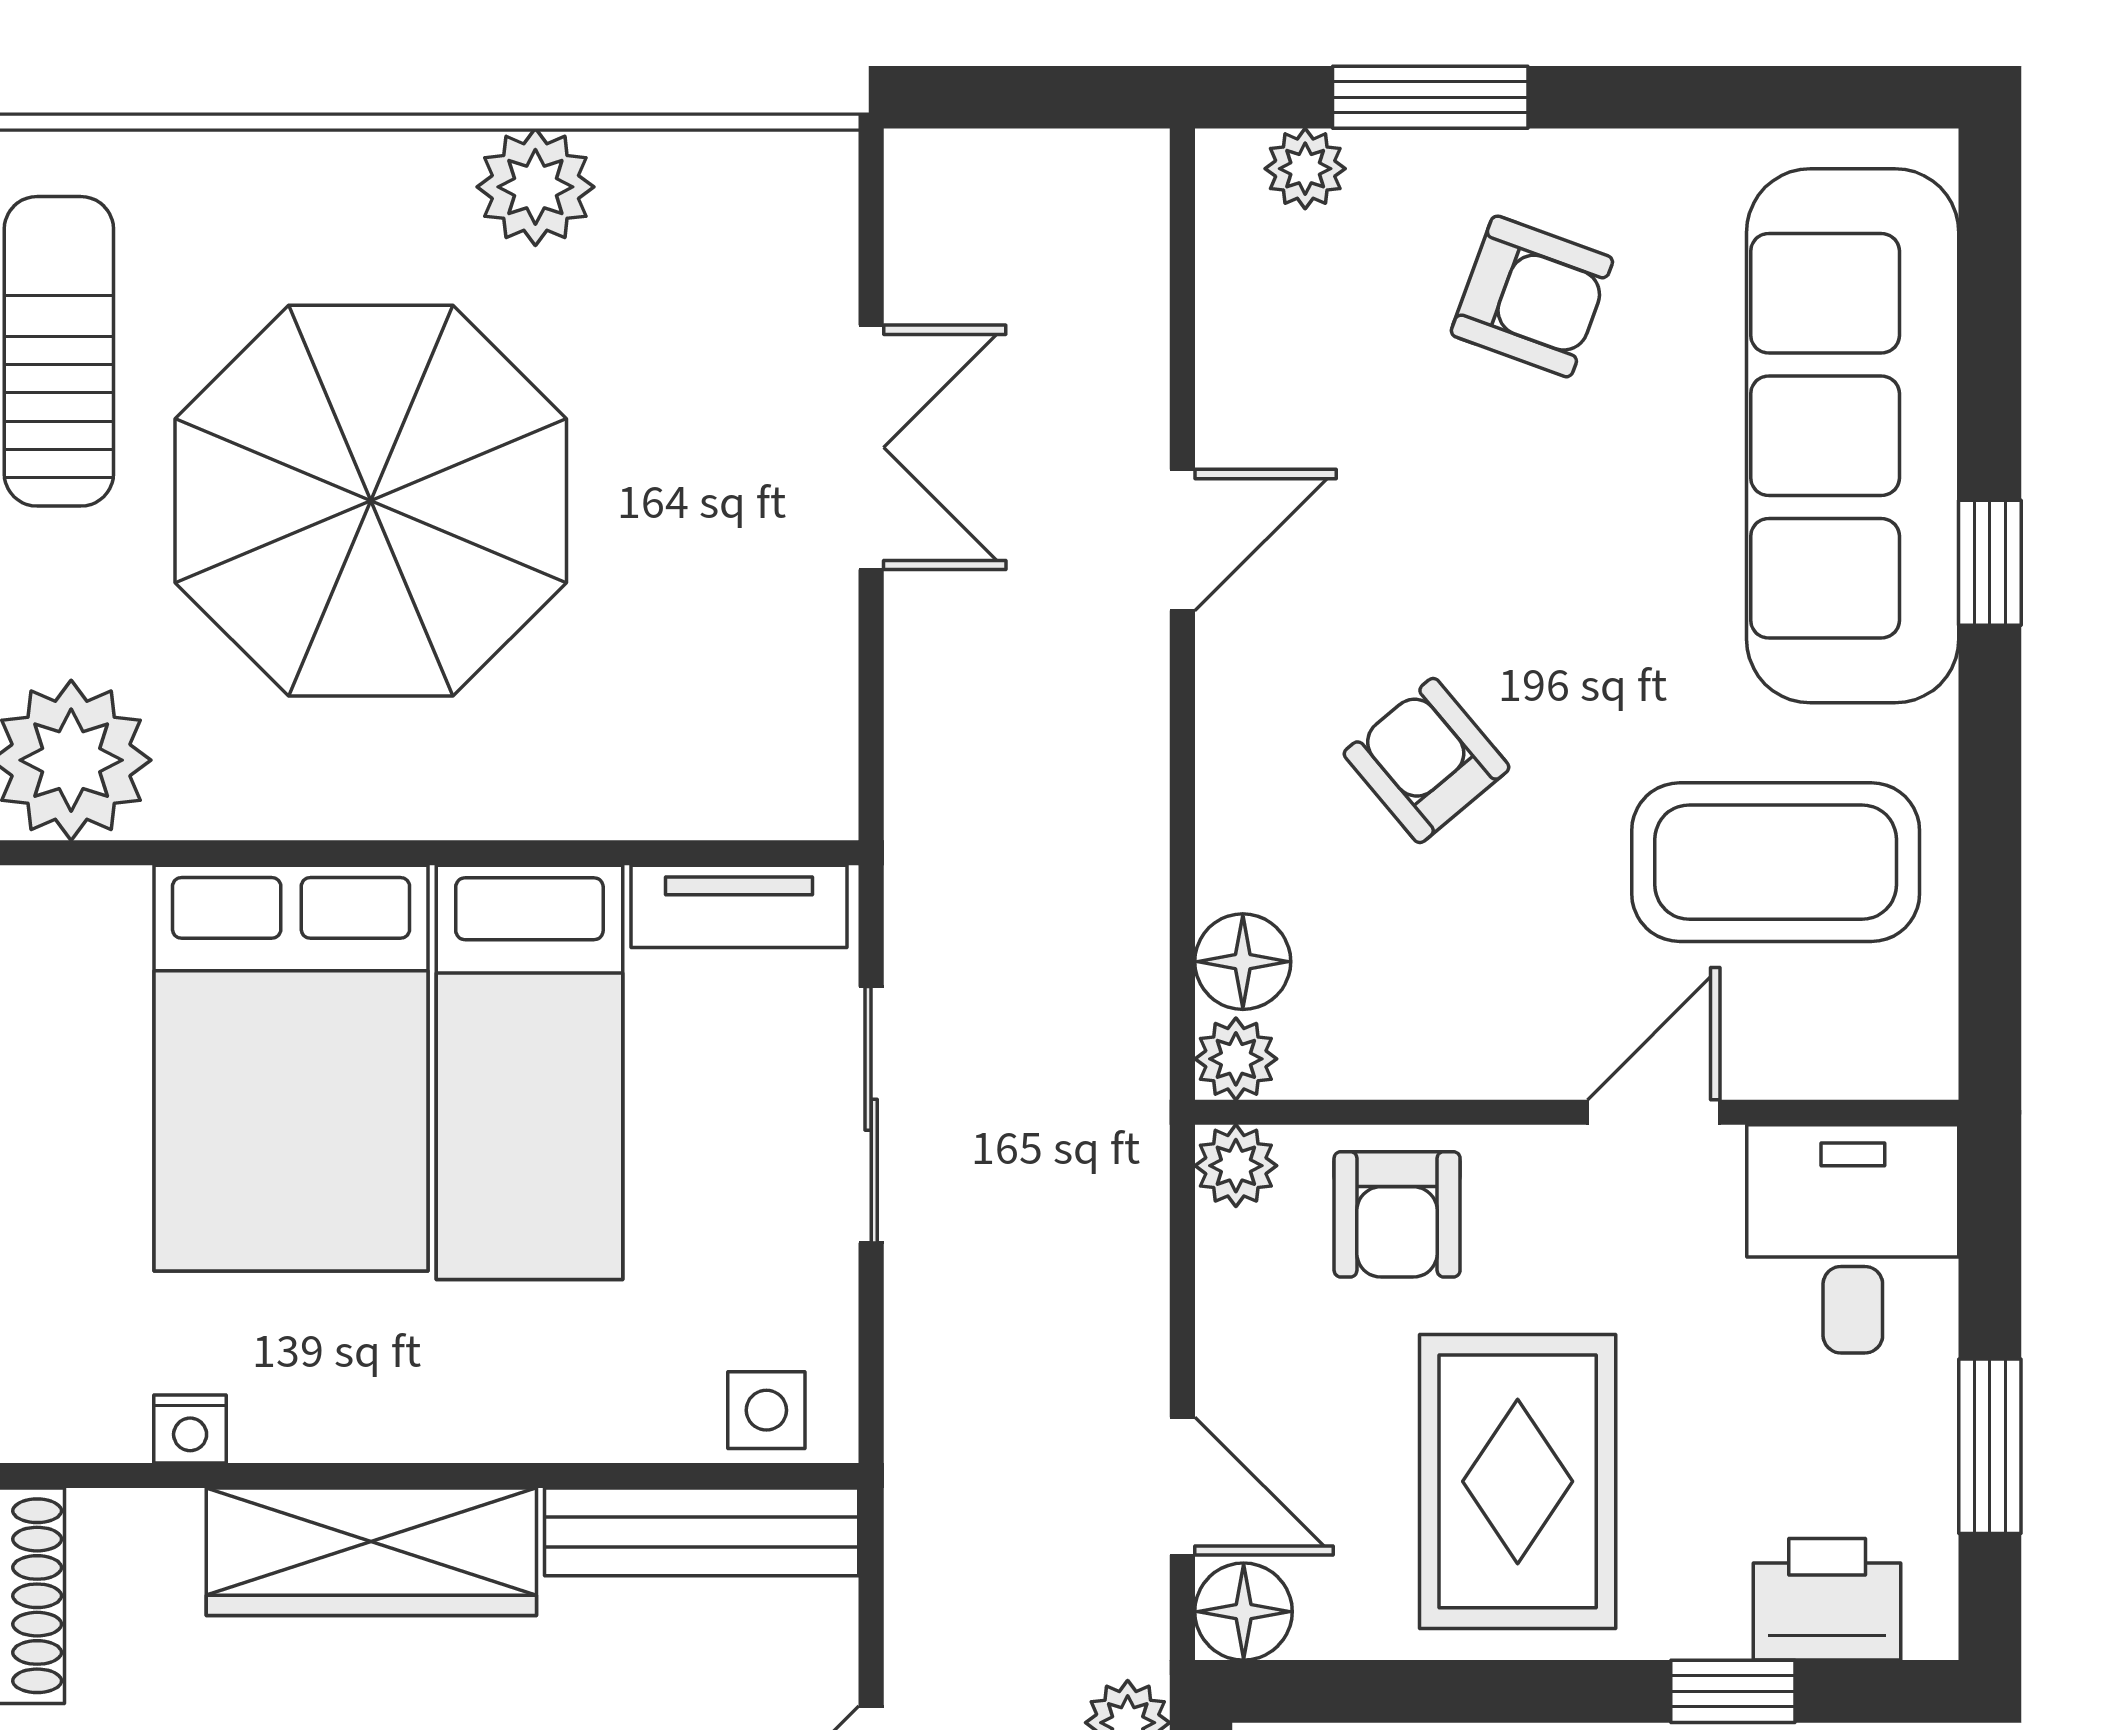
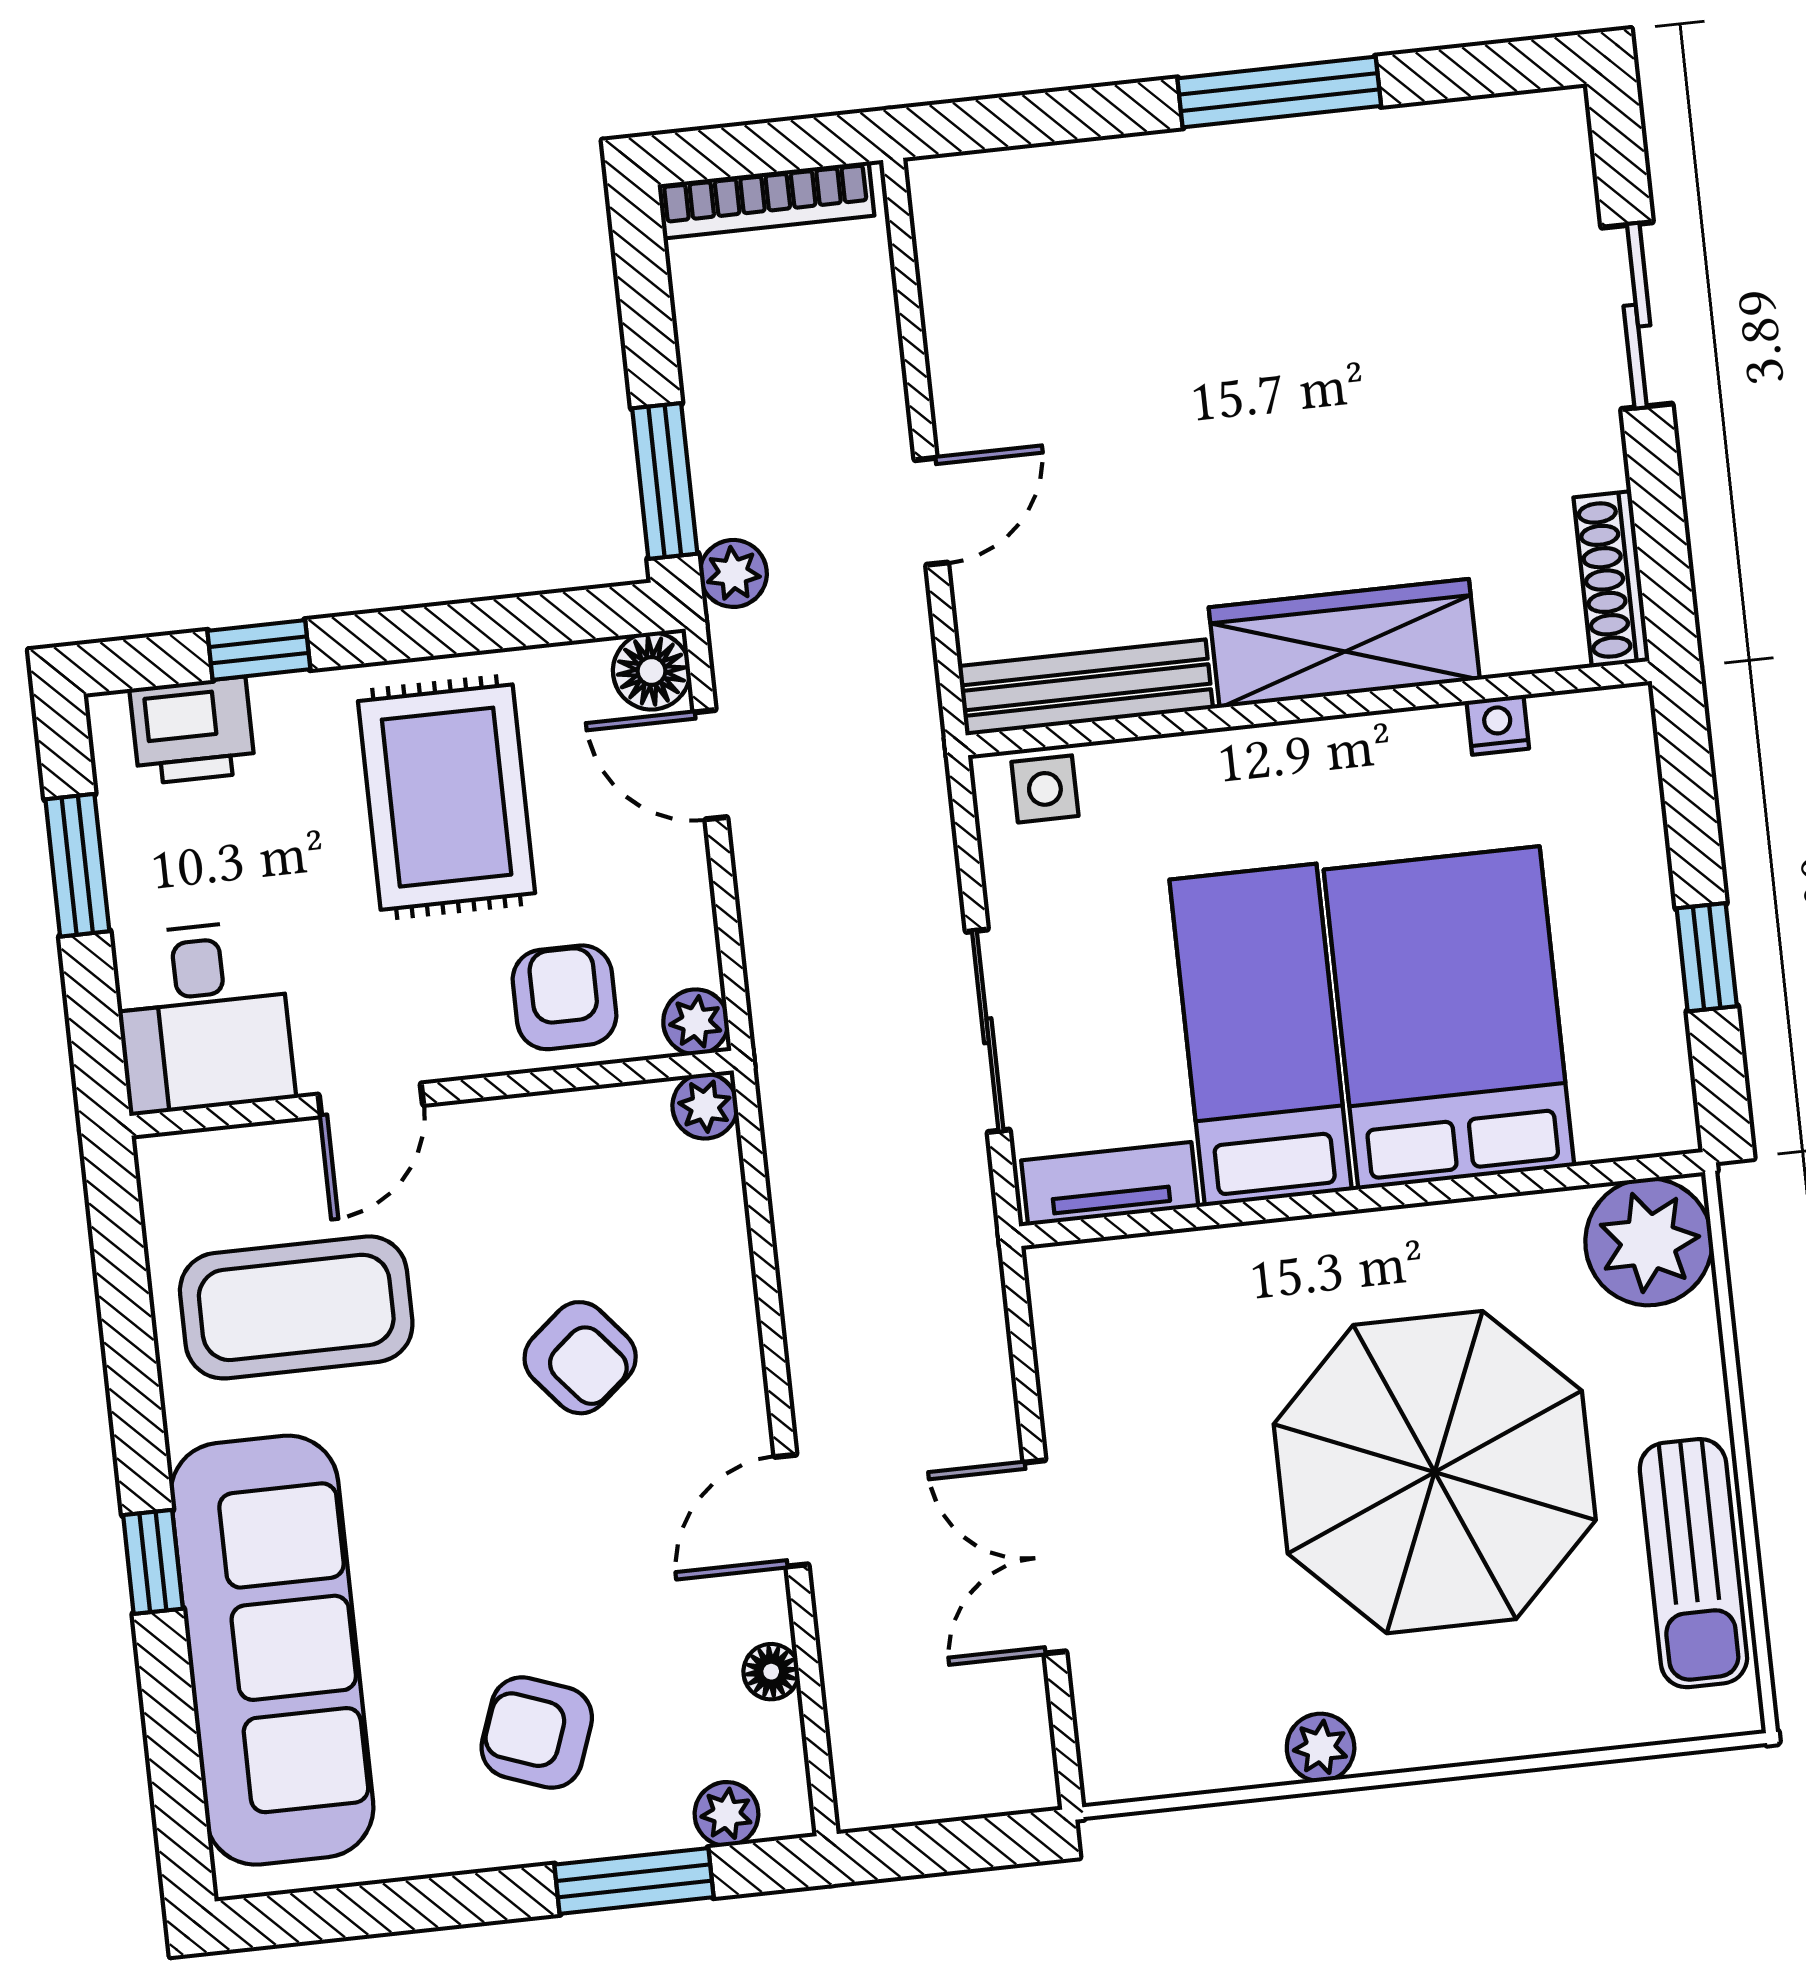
plant: (535, 187) -> (1321, 1747), width x0.73, depth x0.73
floor lamp: (1243, 962) -> (771, 1672), moved, width x0.73, depth x0.73

